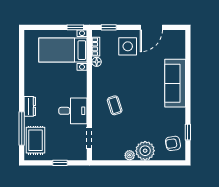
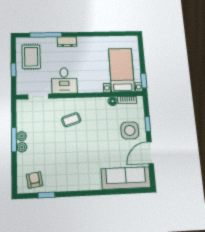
window: (109, 27) -> (148, 124), moved
door: (151, 27) -> (150, 153), hinge flipped
sofa: (175, 83) -> (126, 178), moved
rug: (35, 140) -> (31, 57), moved, turned 90
plant: (145, 151) -> (22, 147), width x0.53, depth x0.53
window: (133, 163) -> (14, 140), added

